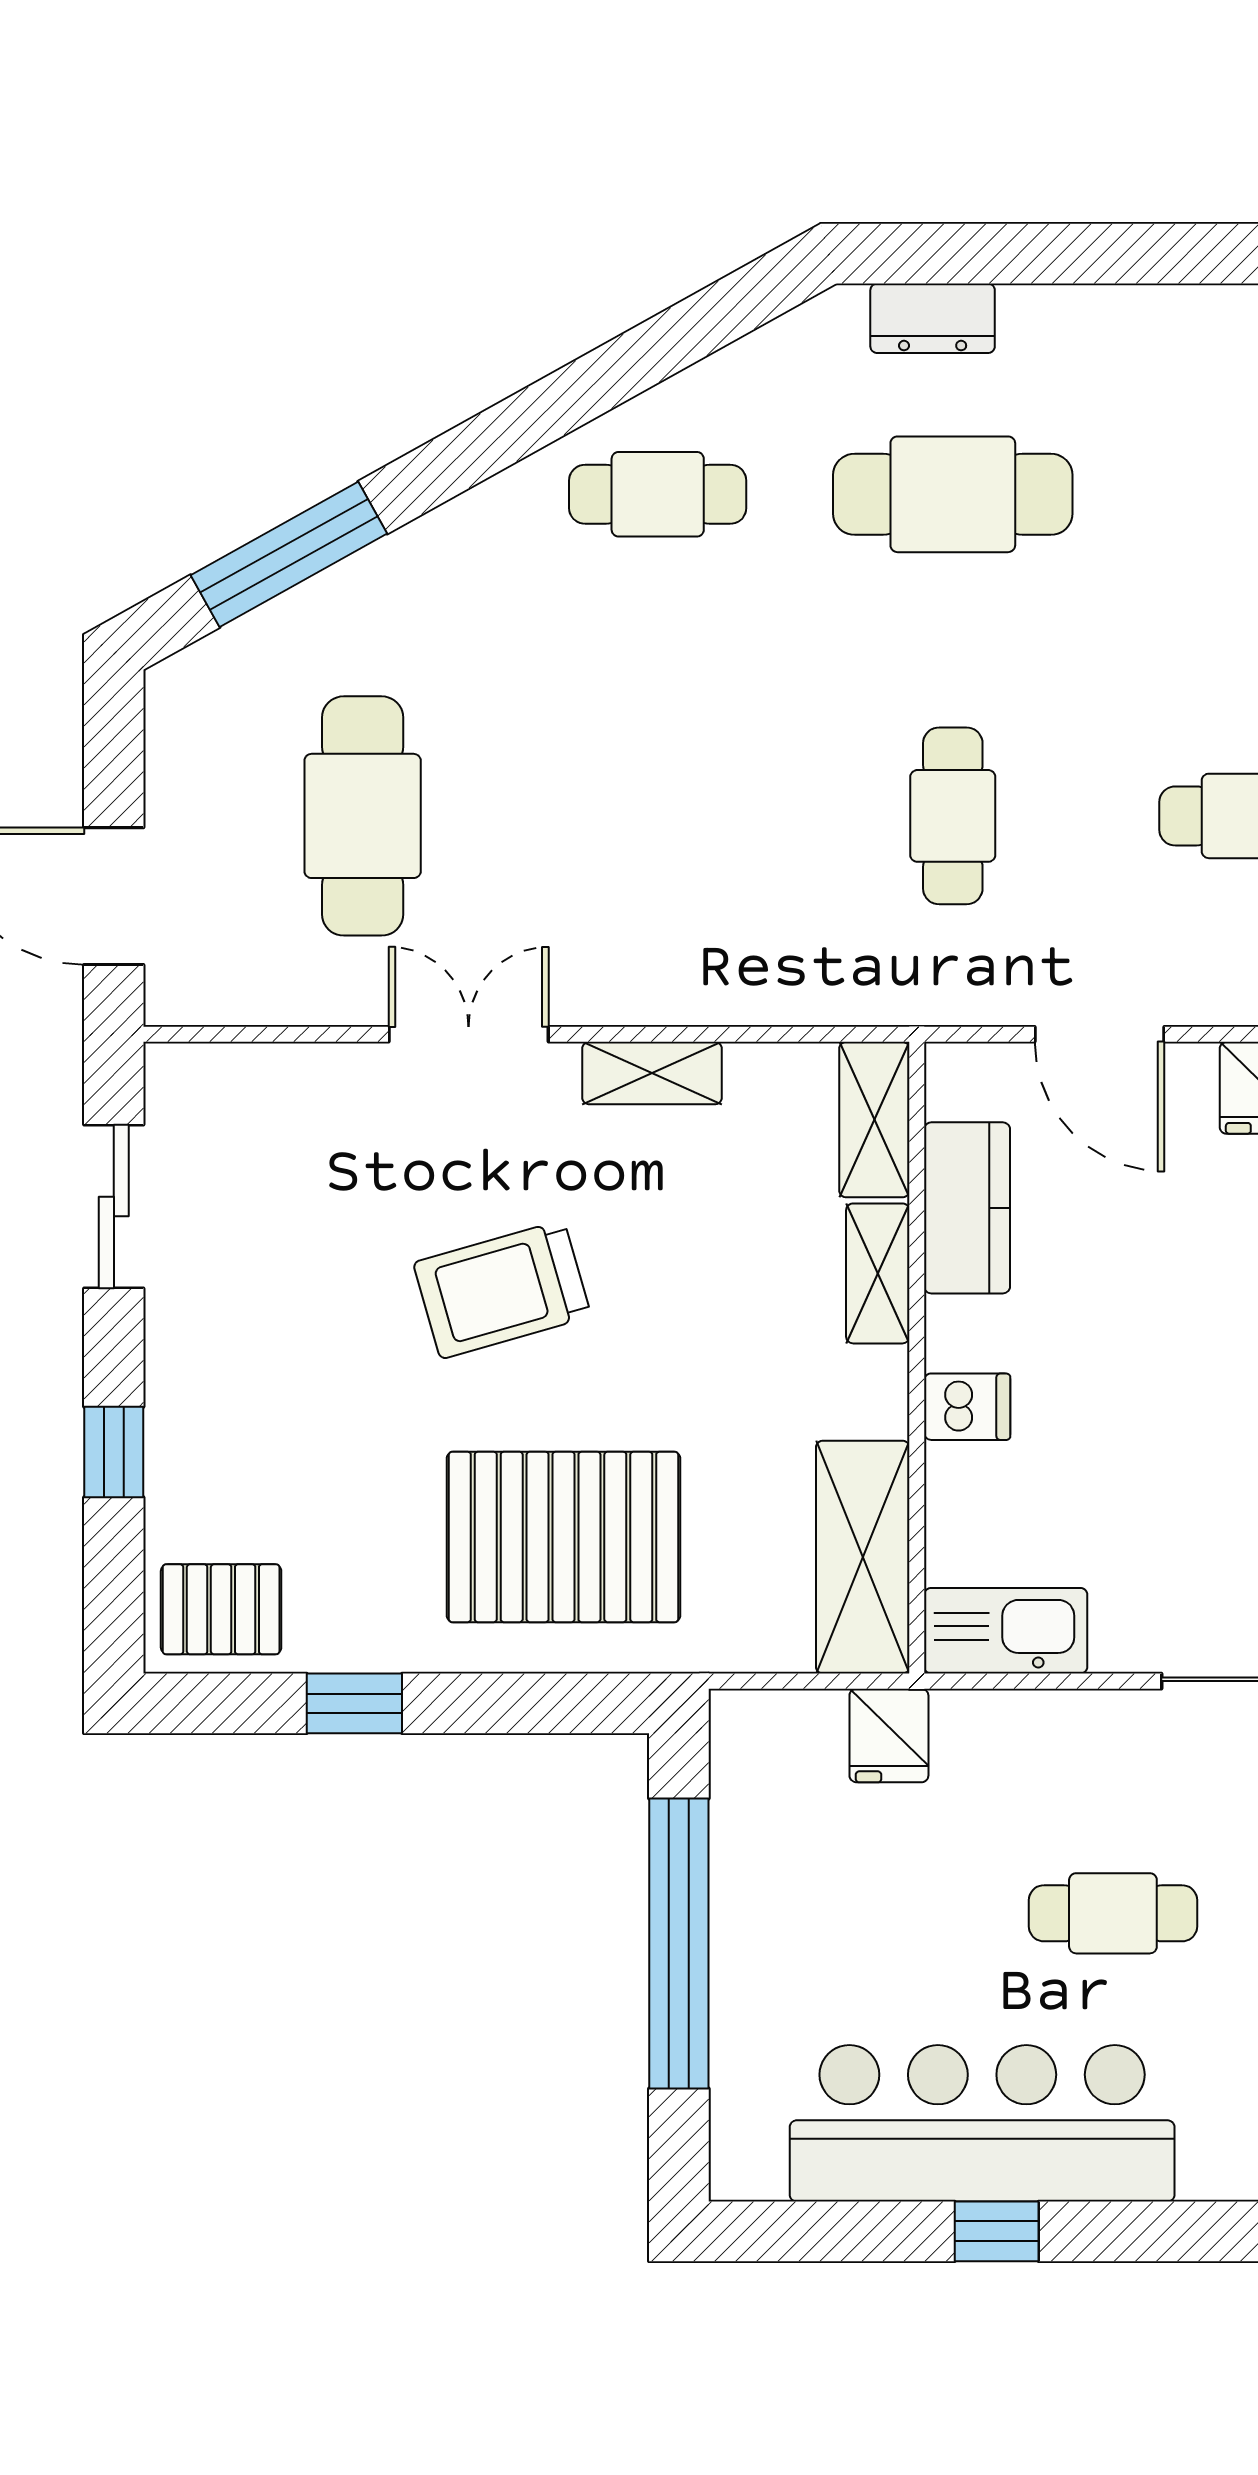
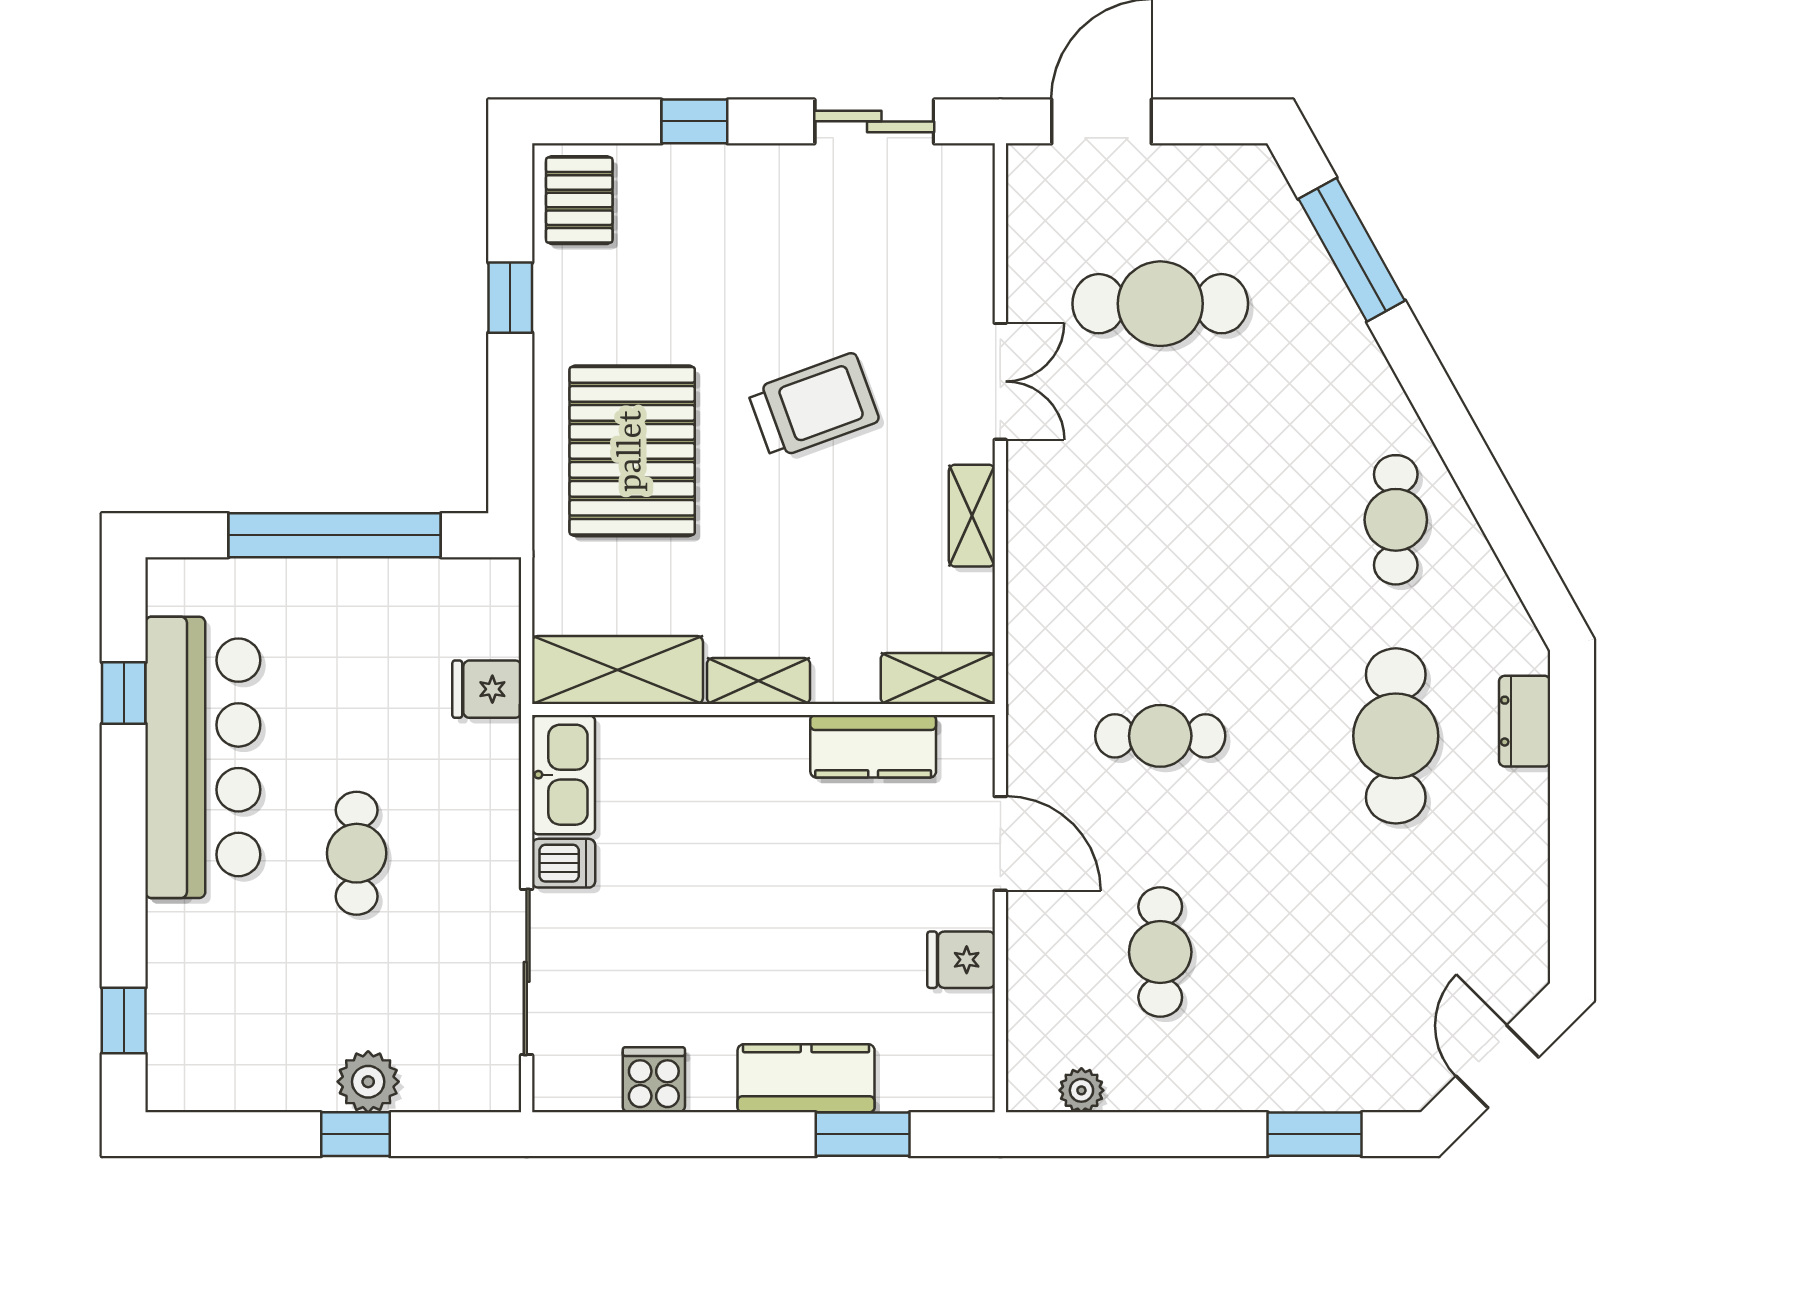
door: (1100, 1034) -> (1000, 843), swing flipped
shelving: (878, 1273) -> (759, 681), moved
trolley: (502, 1289) -> (813, 406), turned 86
dishwasher: (967, 1407) -> (564, 863), moved, turned -90
window: (997, 2231) -> (124, 693), moved

